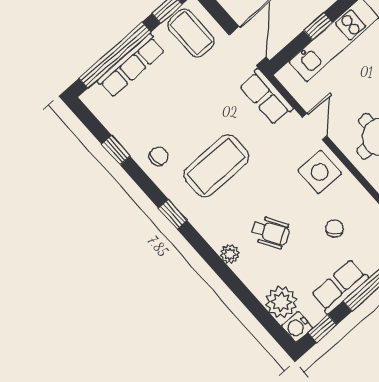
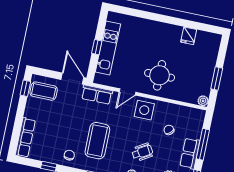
window: (115, 55) -> (18, 125), removed
row of seats: (131, 66) -> (25, 138), moved
door: (315, 127) -> (127, 92), swing flipped

